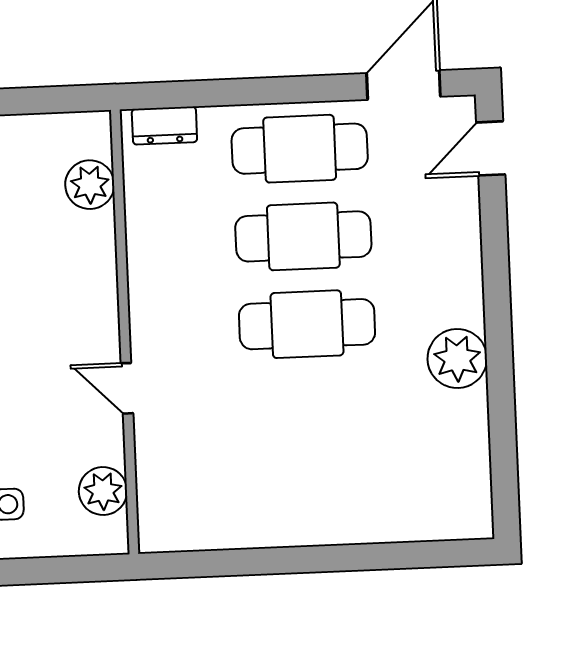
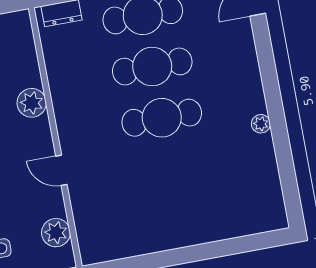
plant: (90, 185) -> (32, 103), moved
plant: (457, 358) -> (261, 124), width x0.53, depth x0.53

